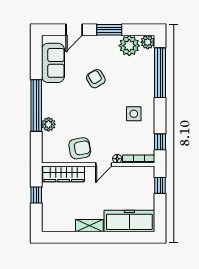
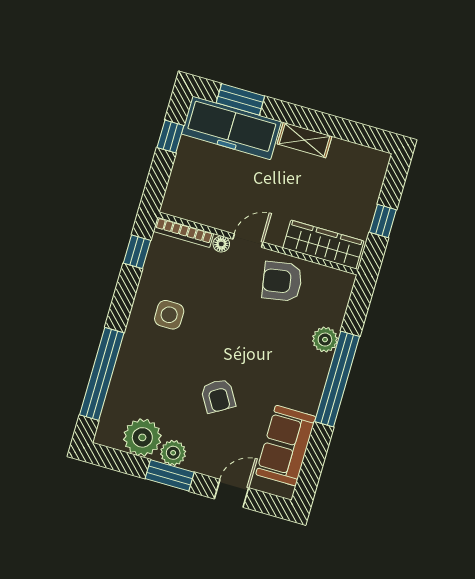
plant: (148, 42) -> (173, 453), moved
window: (160, 185) -> (170, 137), moved
window: (129, 237) -> (240, 99), added

